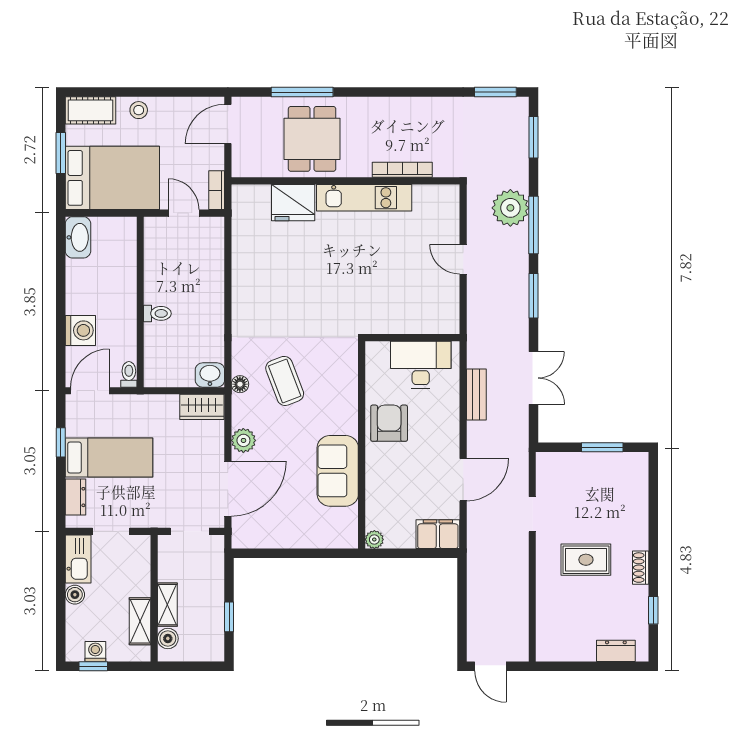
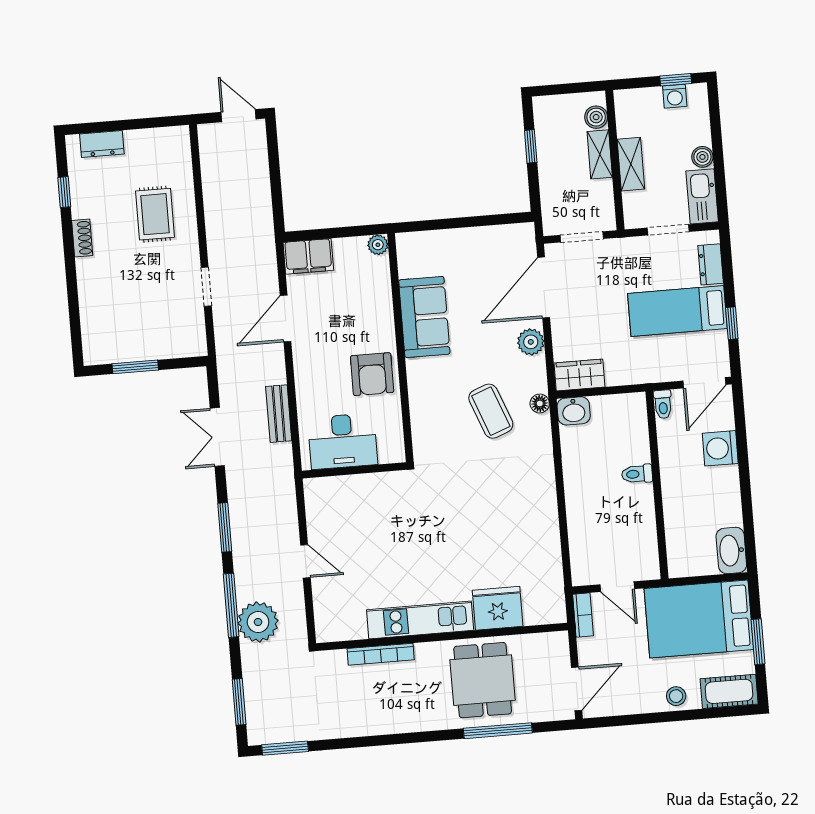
rug: (586, 560) -> (155, 214), moved, turned 90
shelving: (140, 621) -> (631, 164), moved

